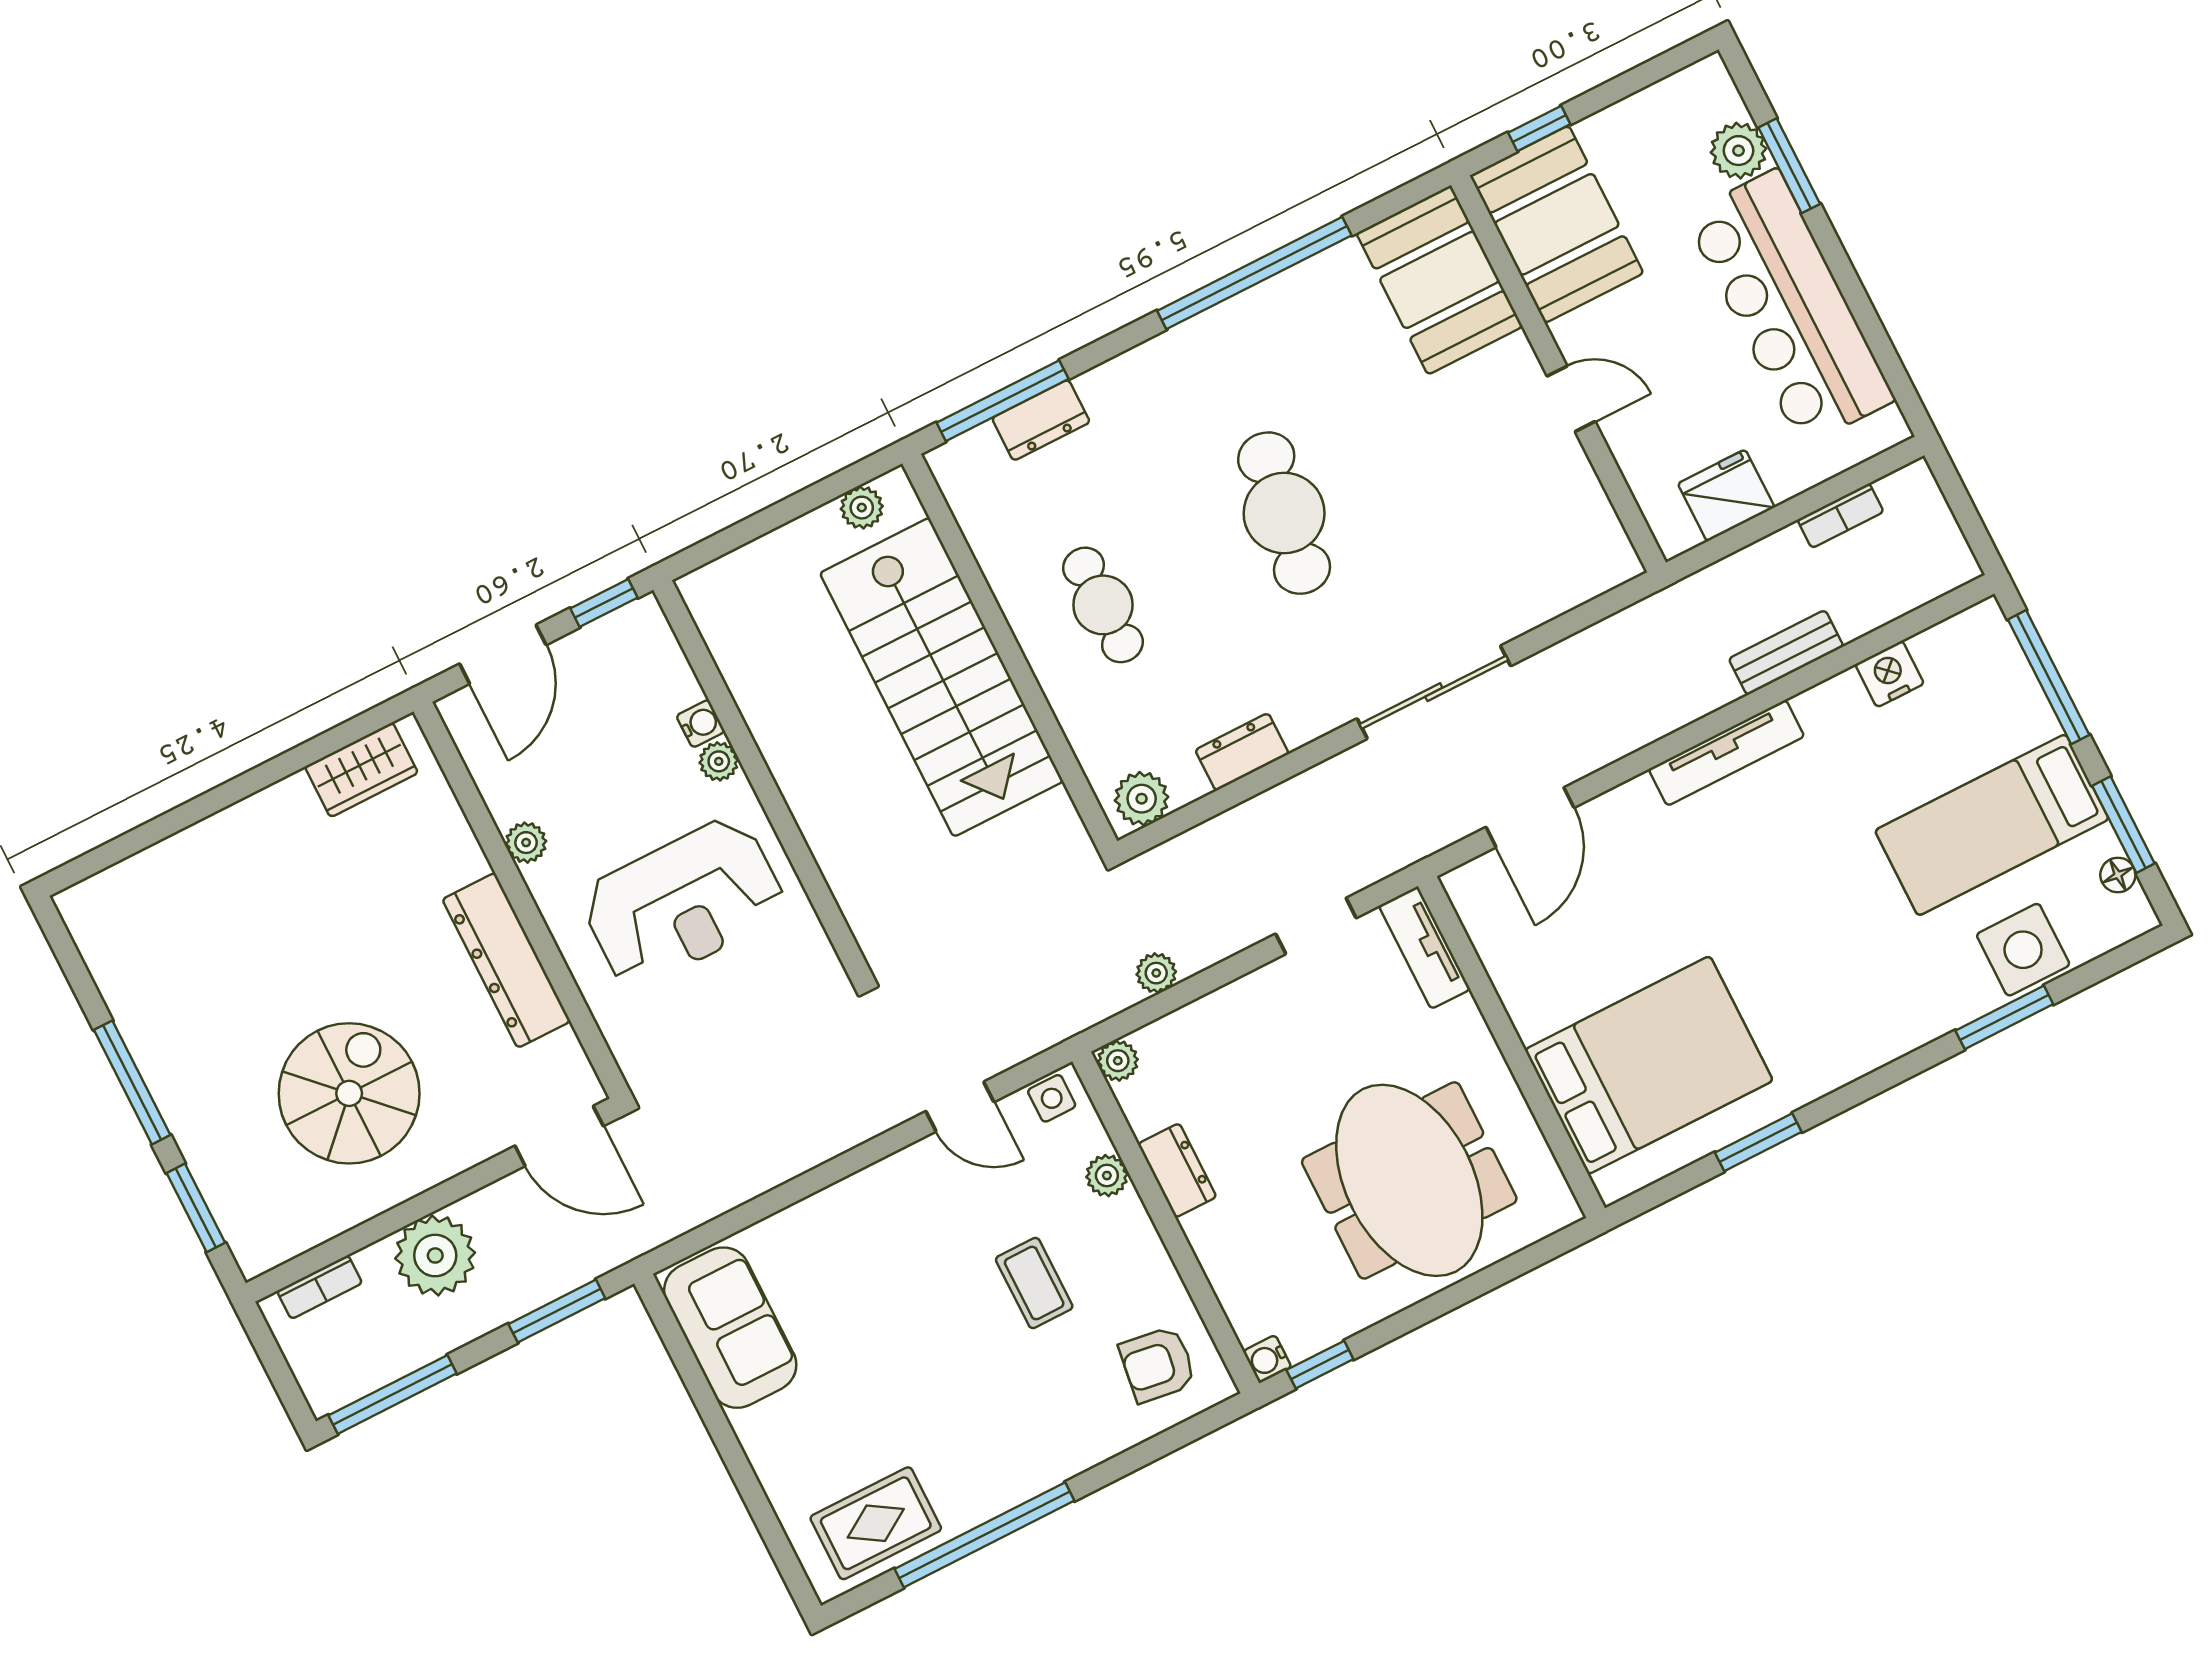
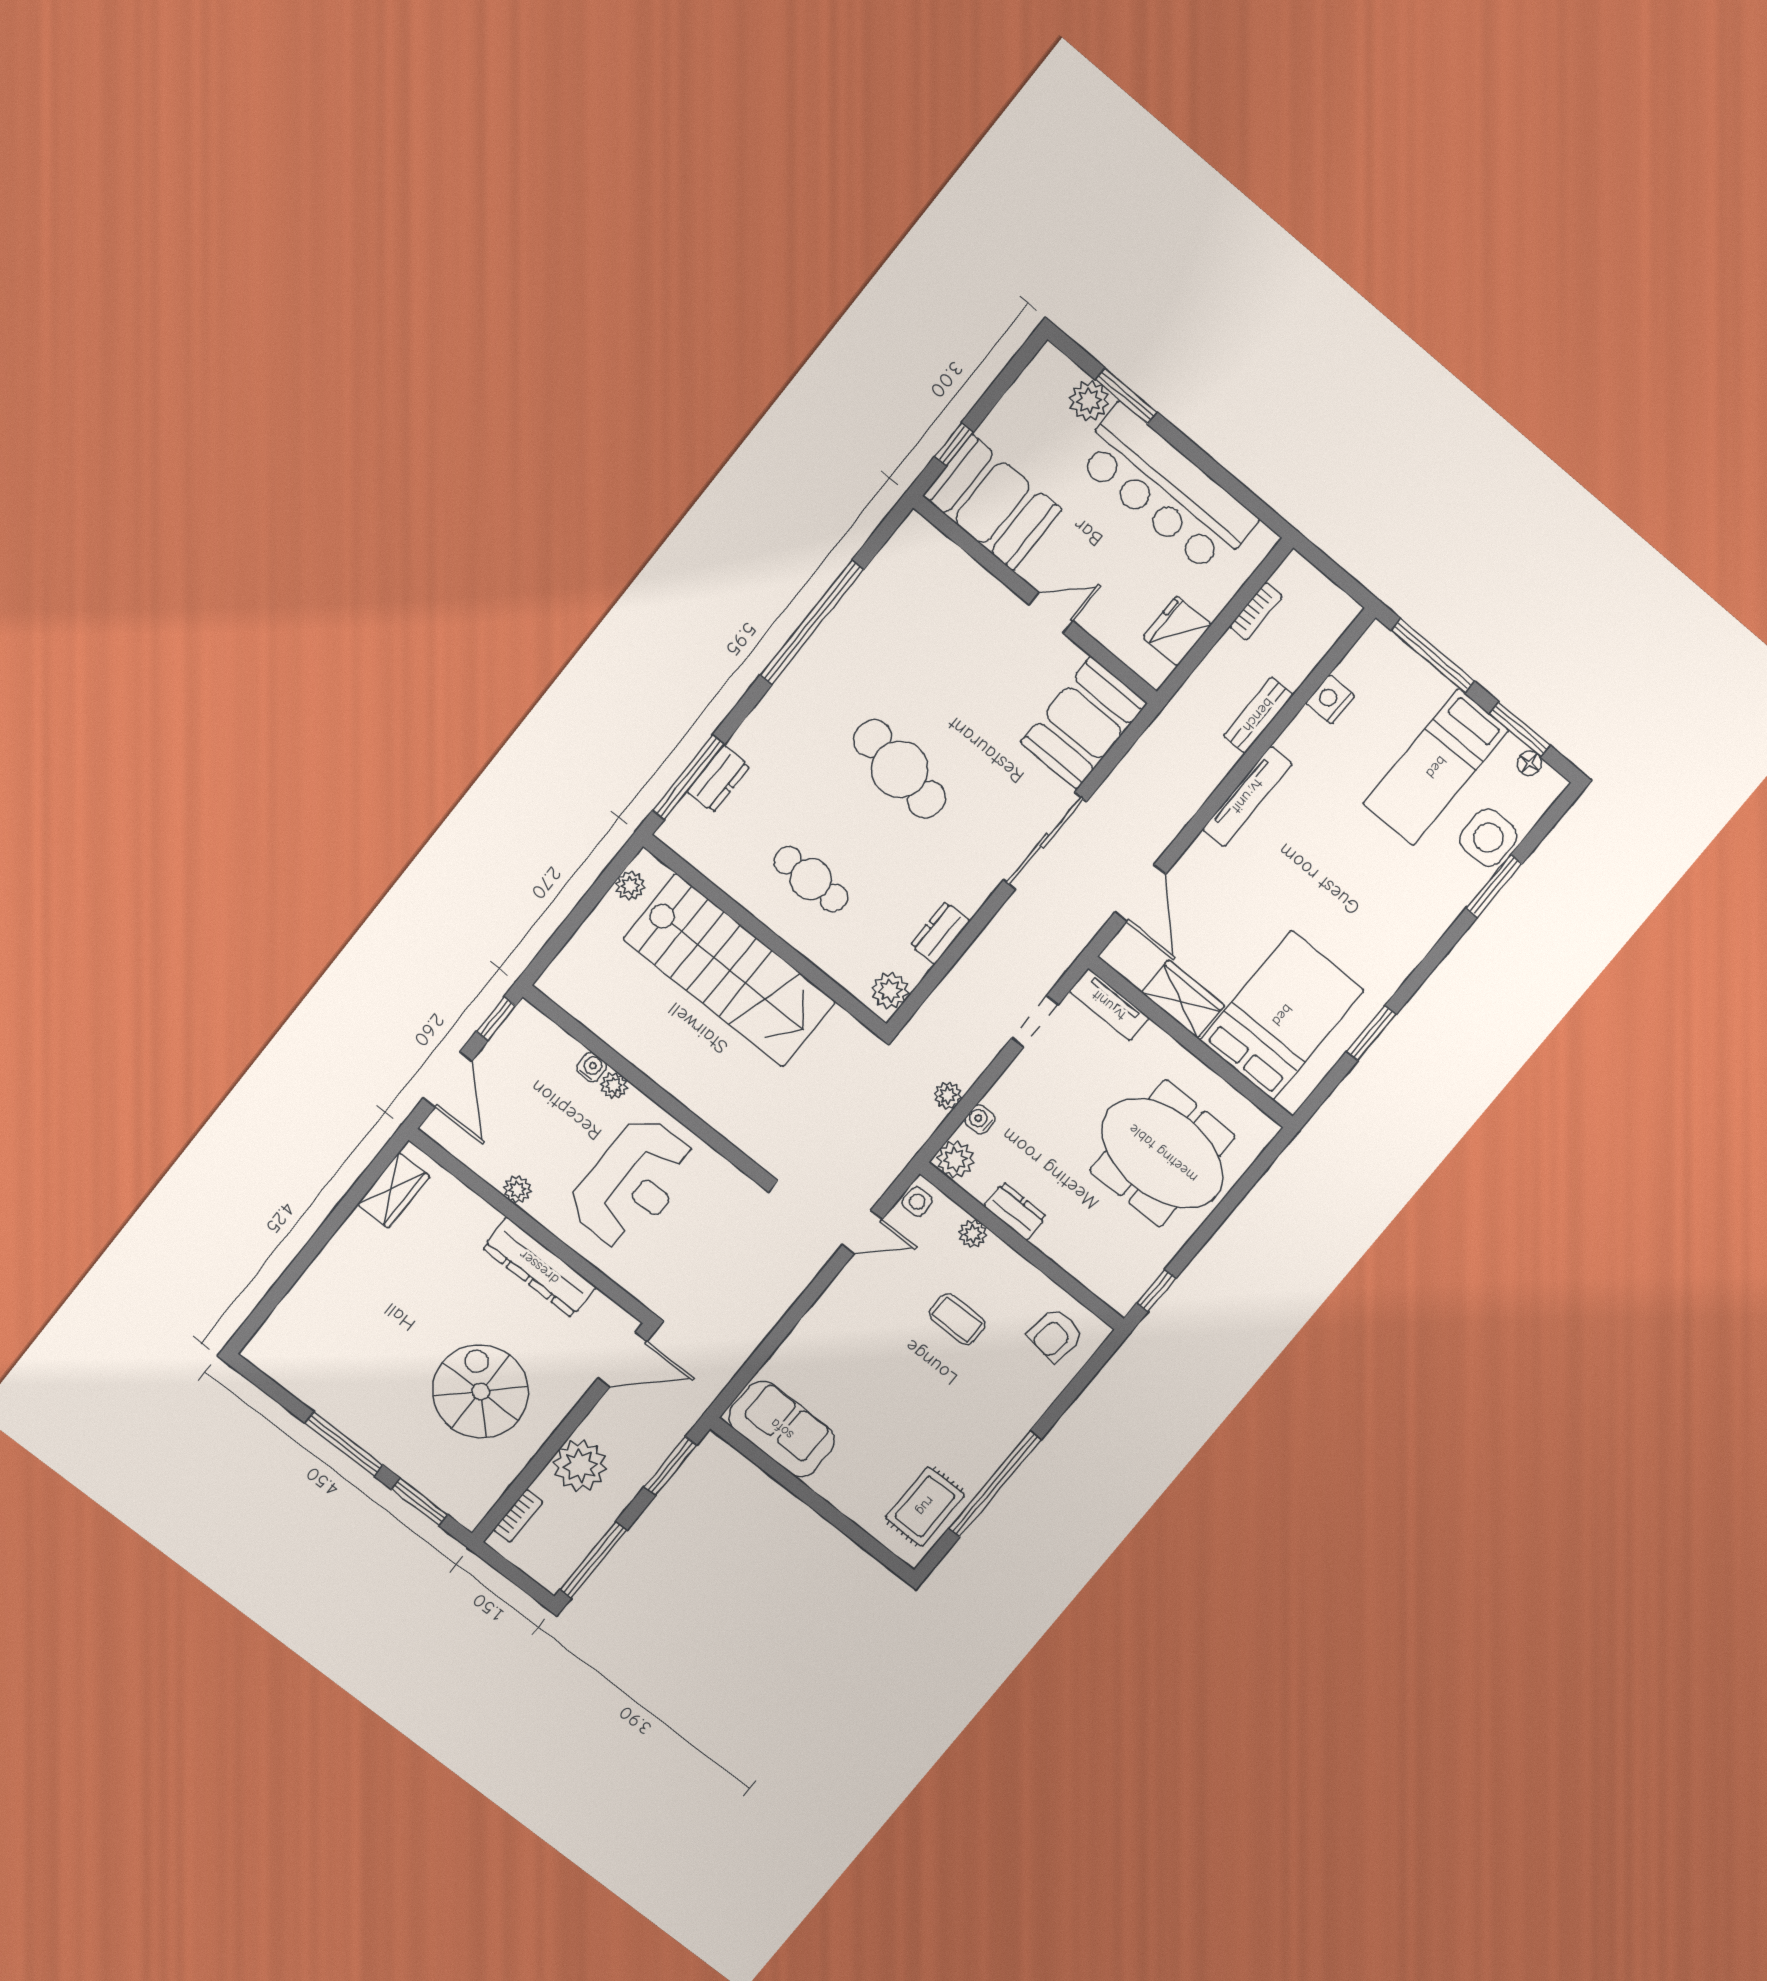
booth: (1439, 280) -> (1084, 723), moved, turned 90
wardrobe: (1526, 984) -> (1183, 999), added
plant: (1118, 1061) -> (955, 1160), width x1.38, depth x1.38
water cooler: (1267, 1359) -> (980, 1119), moved, turned 90

